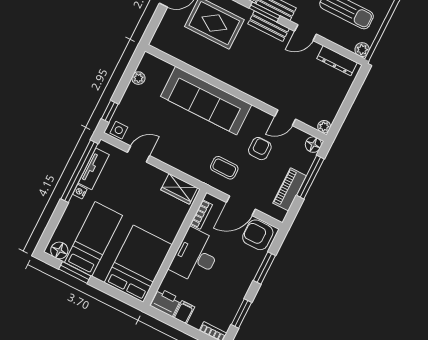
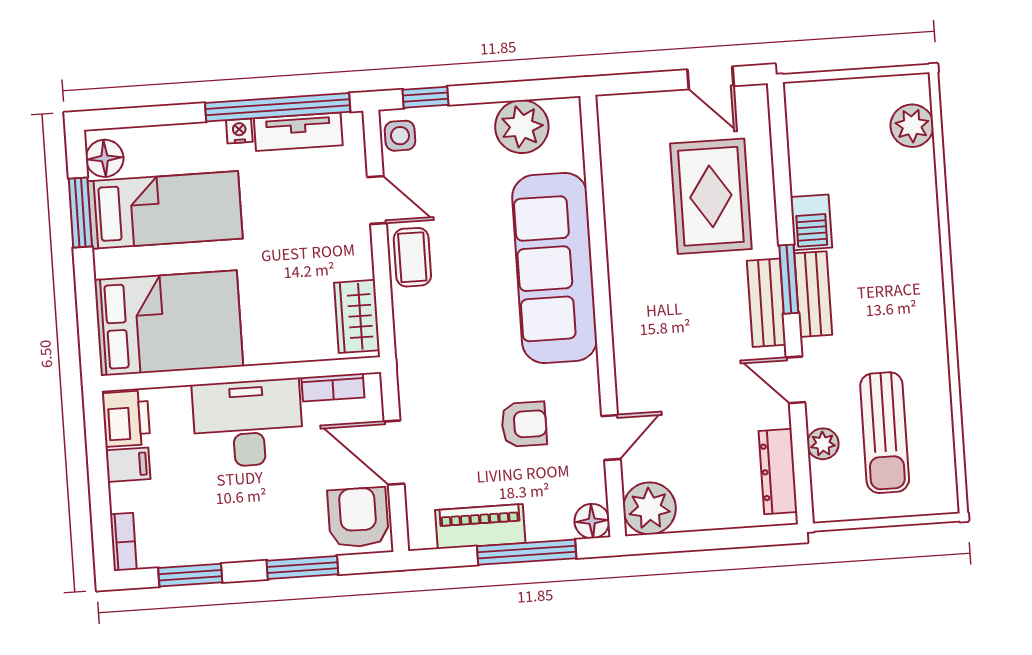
plant: (362, 50) -> (823, 444), moved
plant: (138, 78) -> (522, 127), width x1.87, depth x1.87
door: (285, 118) -> (611, 437), swing flipped
plant: (324, 127) -> (650, 508), width x1.88, depth x1.88
coffee table: (224, 168) -> (412, 257), moved

